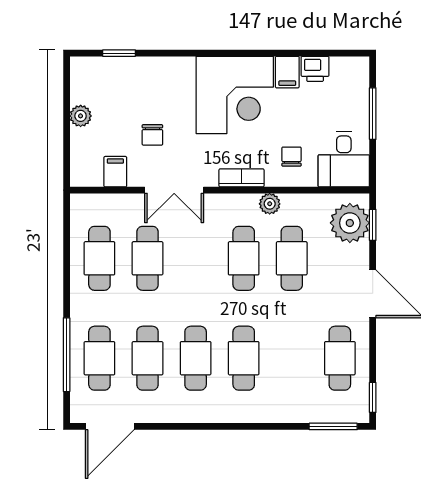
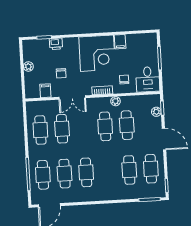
printer: (315, 69) -> (56, 44), moved
plant: (350, 223) -> (156, 112), width x0.53, depth x0.53
cafe table: (244, 358) -> (129, 170), moved

